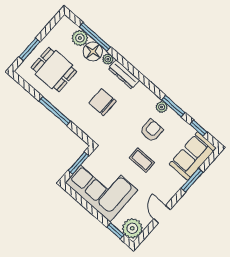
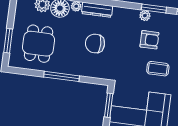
dining table: (54, 70) -> (39, 44), turned 90
armchair: (152, 130) -> (149, 40), turned 90

